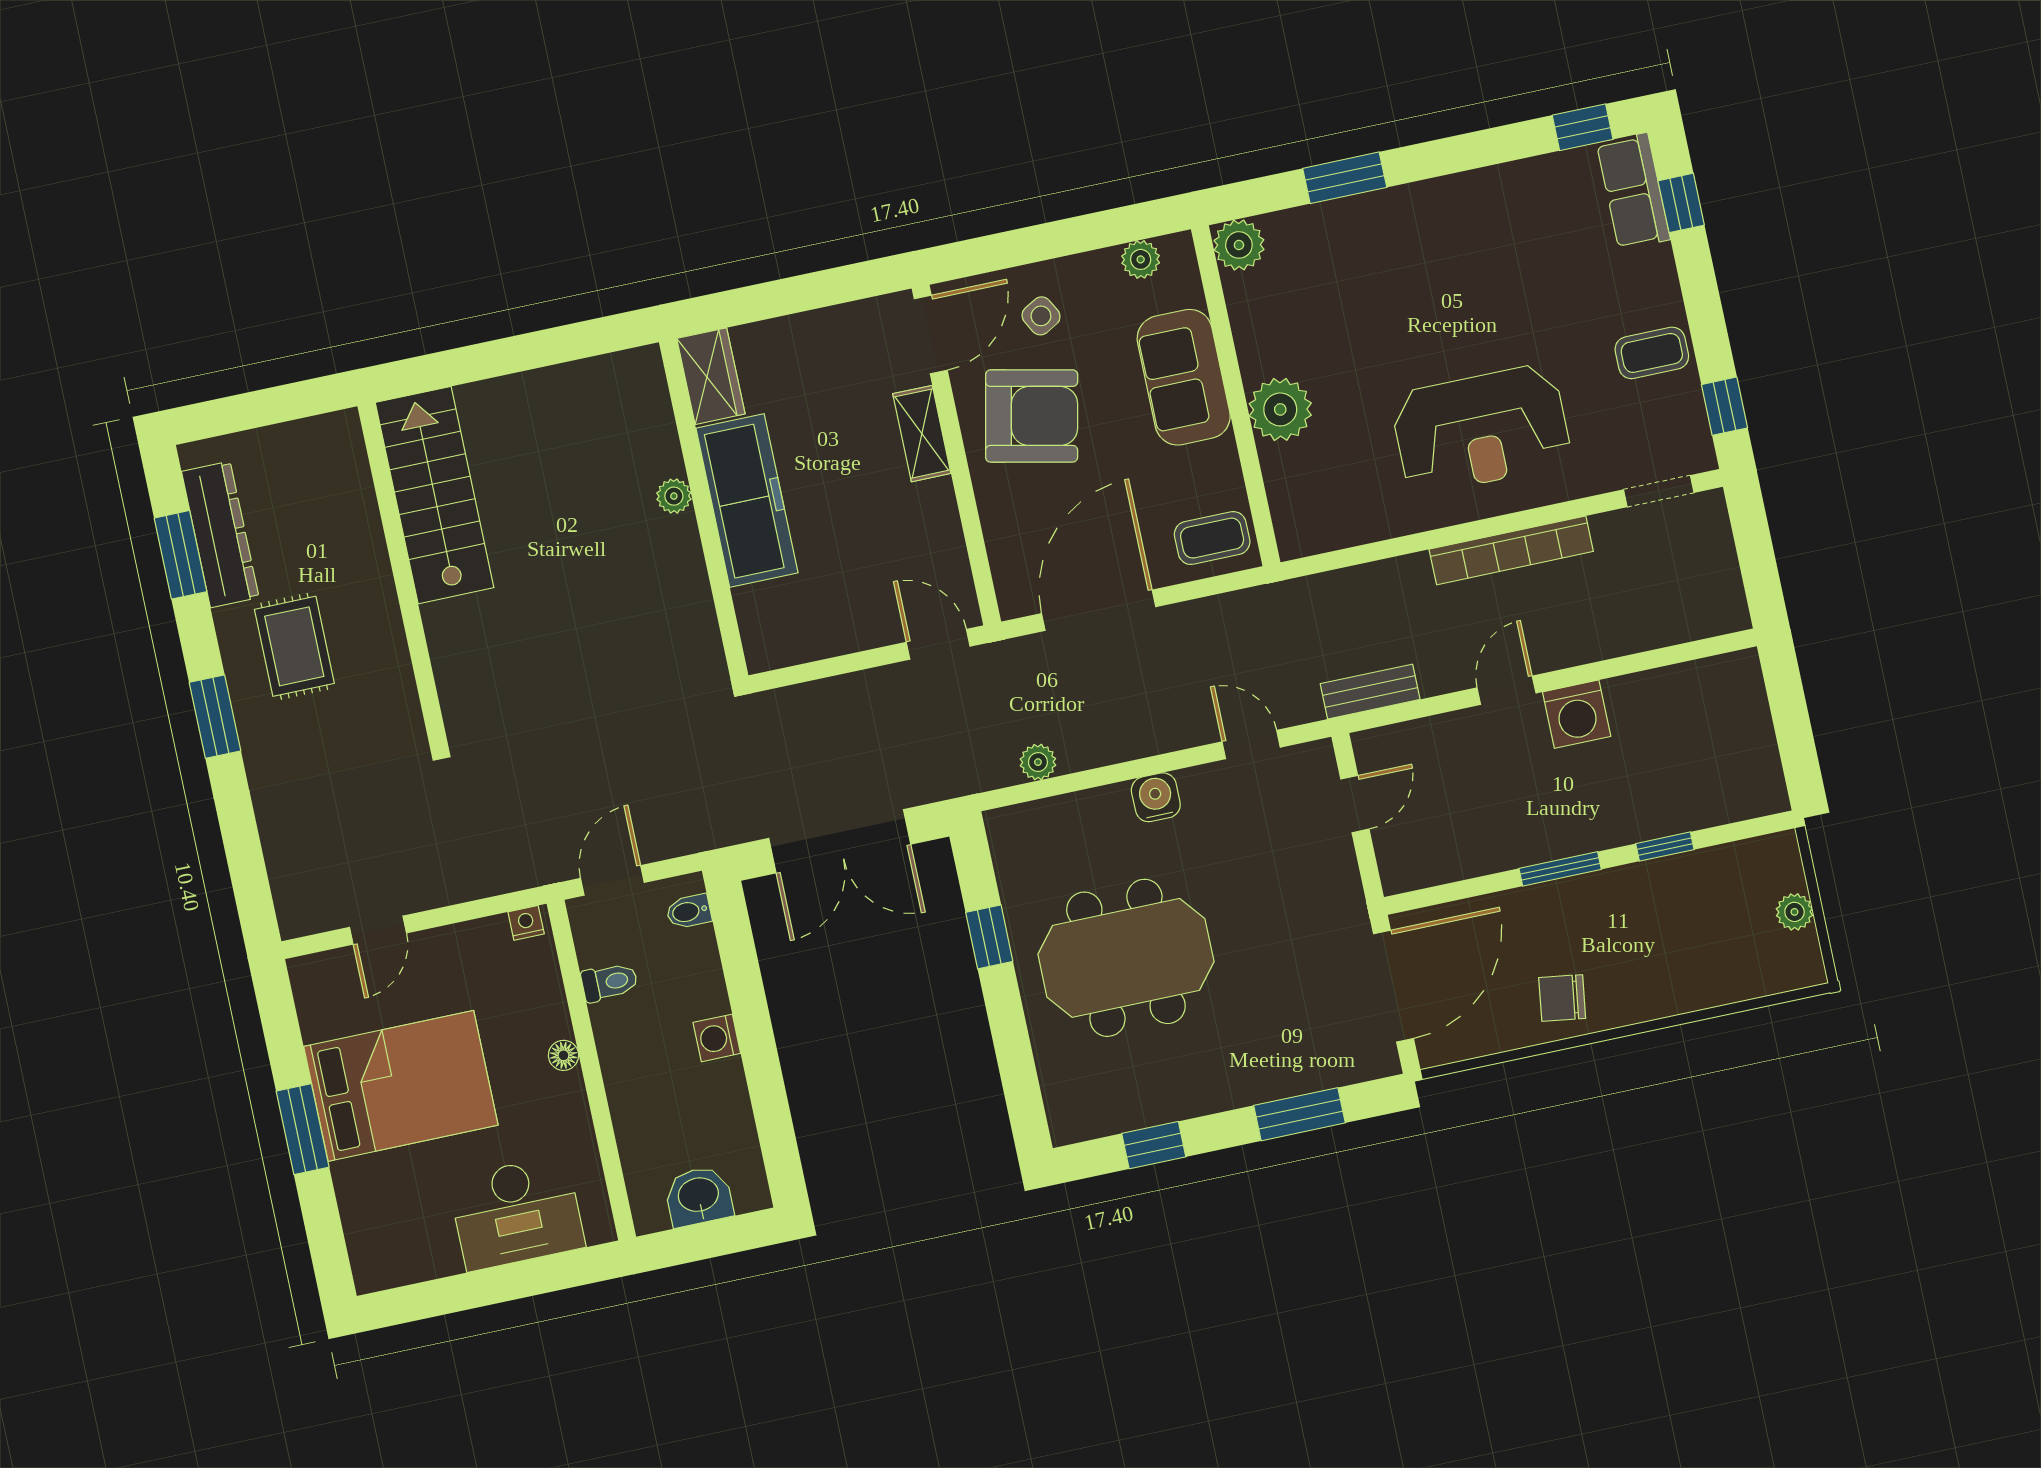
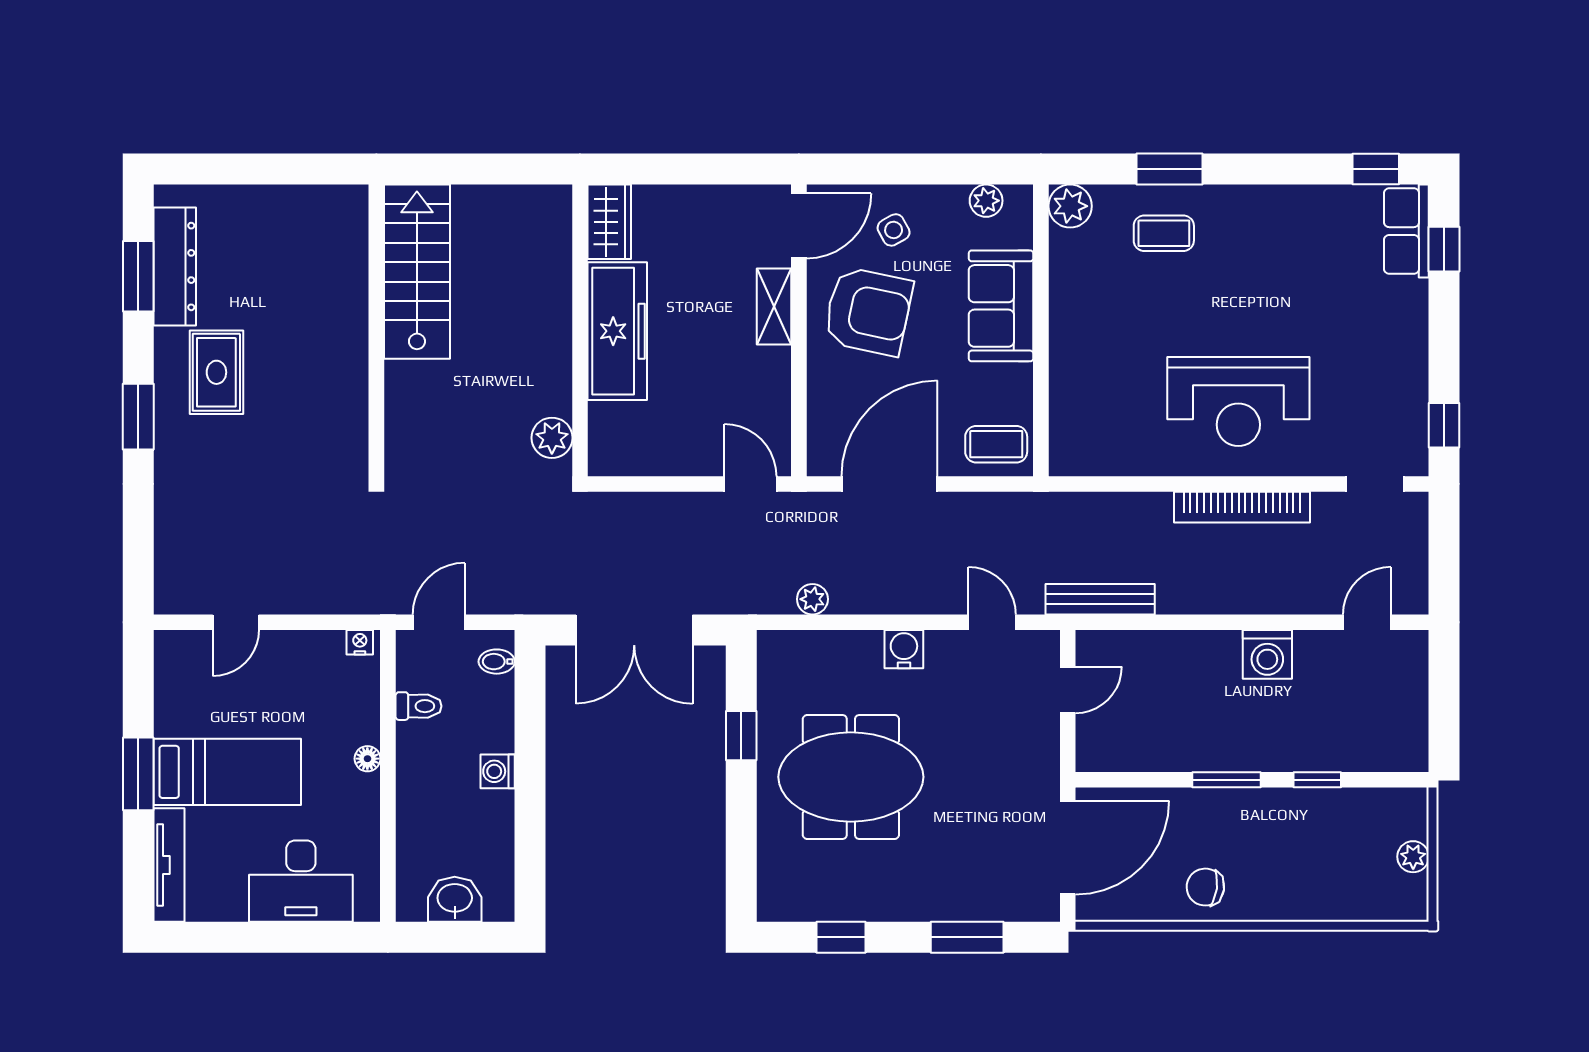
coffee table: (1652, 353) -> (1164, 233), moved
plant: (1280, 409) -> (1075, 350), removed
stairs: (435, 495) -> (417, 272), moved
plant: (674, 496) -> (552, 438), moved, width x1.38, depth x1.38
wall: (402, 573) -> (376, 330), moved
door: (1506, 690) -> (1367, 622), moved
bench: (1370, 692) -> (1100, 599), width x1.36
bed: (401, 1086) -> (227, 772), width x0.67
tv unit: (360, 1227) -> (169, 865), added

